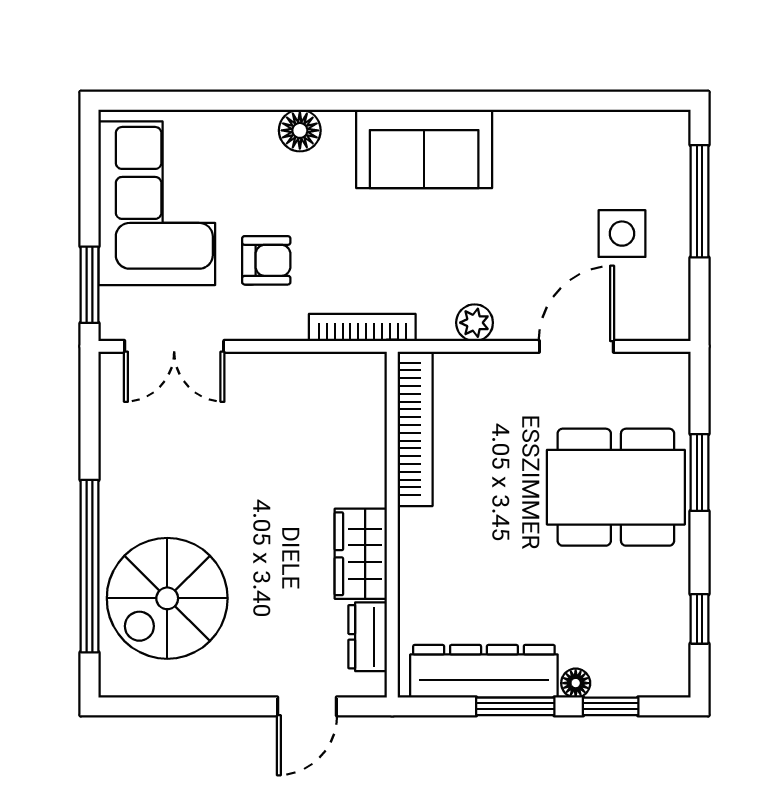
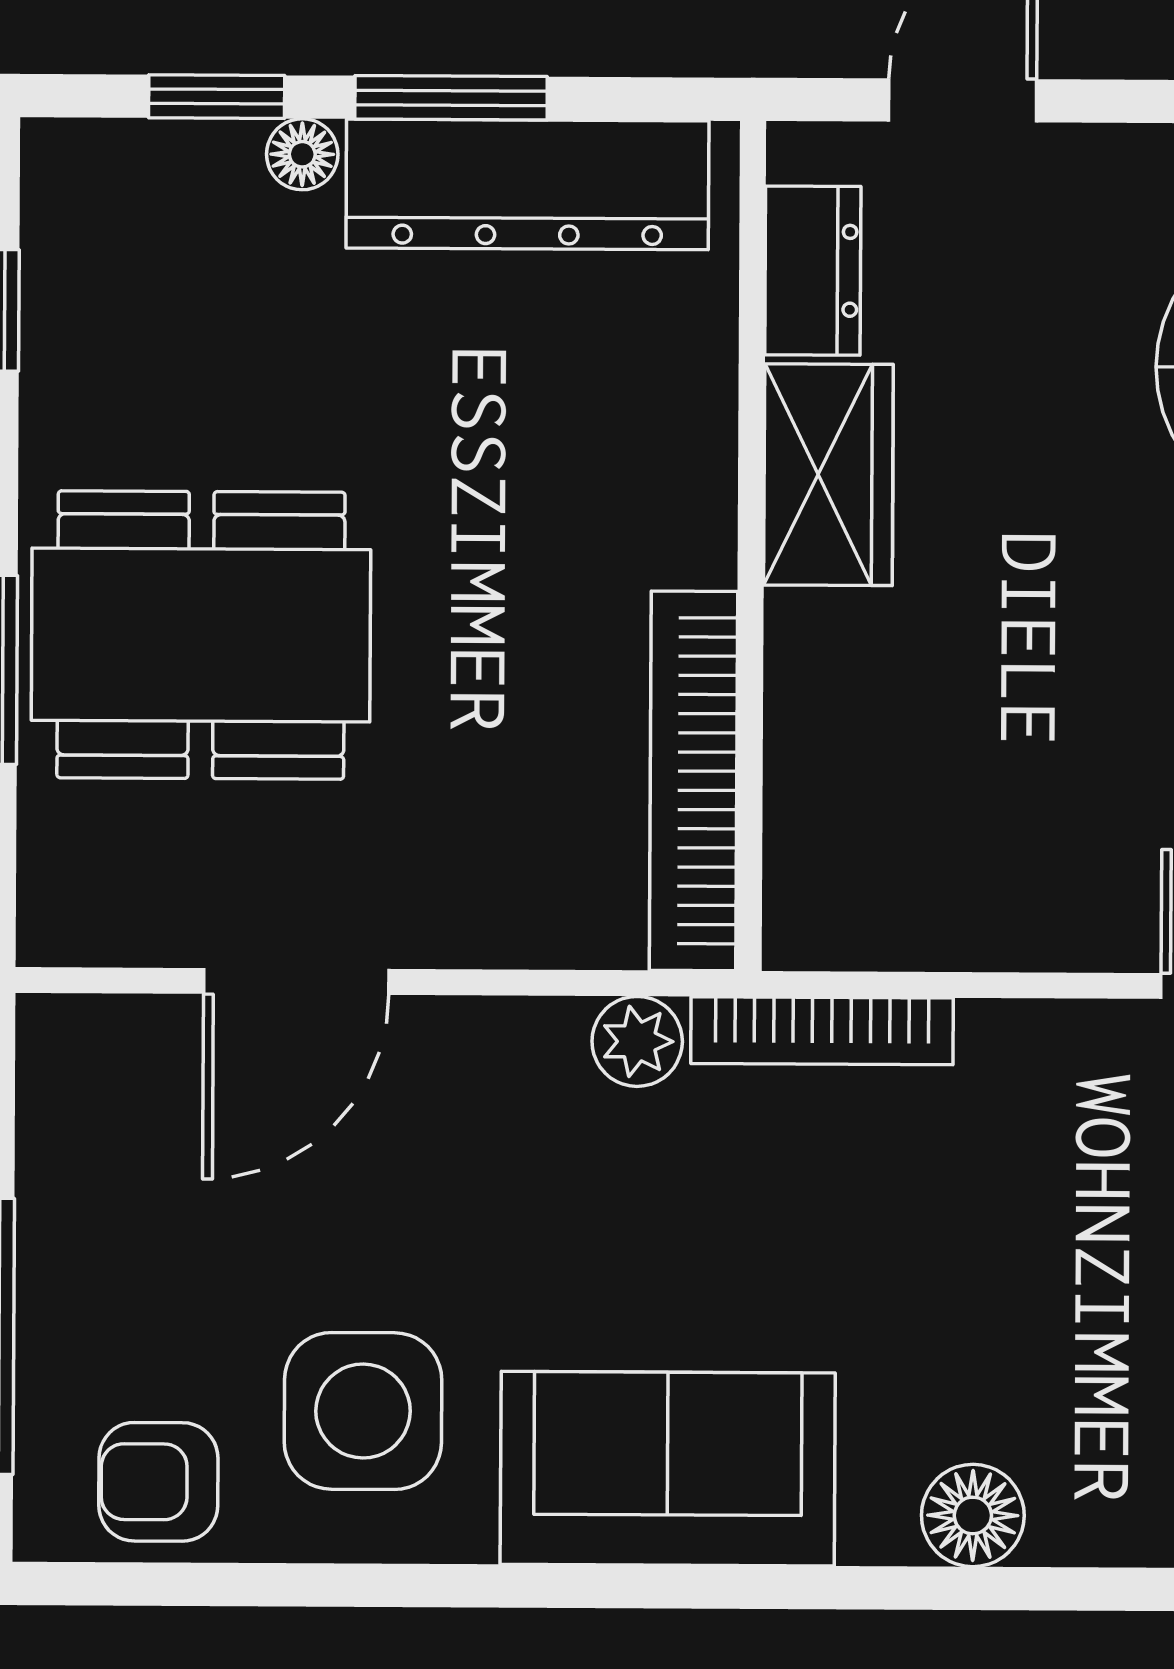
side table: (622, 234) -> (363, 1411), moved, width x1.37, depth x1.37
armchair: (266, 260) -> (158, 1482), moved
plant: (475, 323) -> (637, 1041), moved

